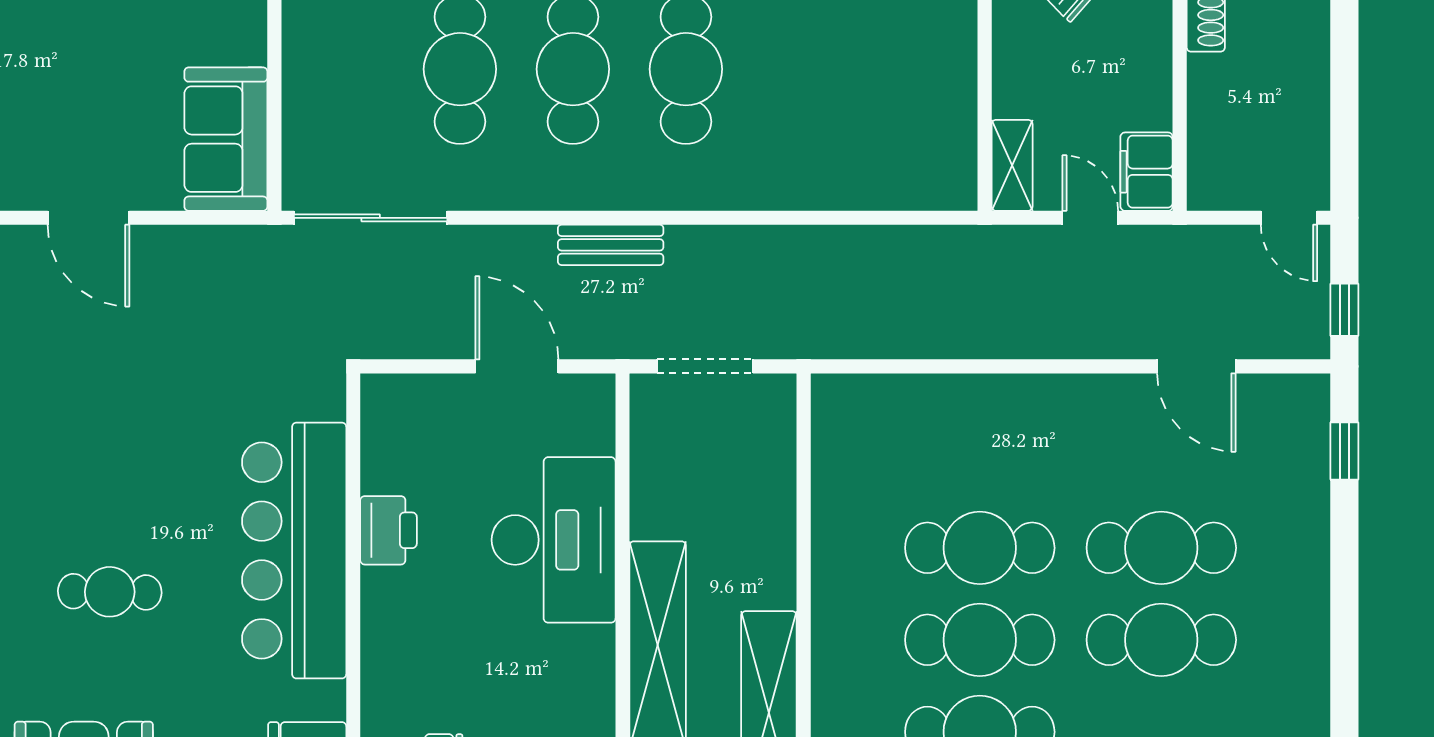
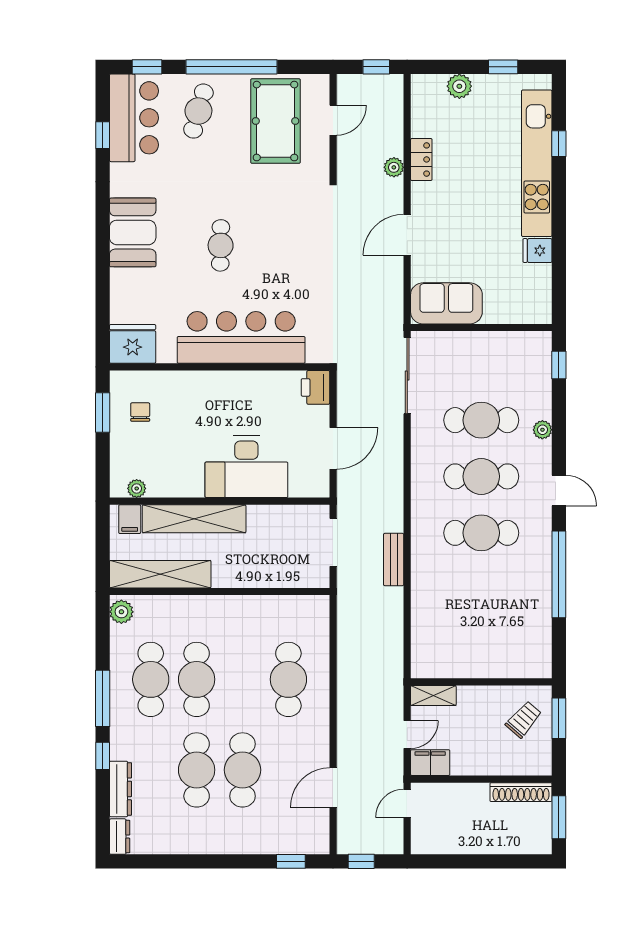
door: (1289, 218) -> (407, 803), moved
bench: (611, 245) -> (394, 560), moved
printer: (388, 530) -> (315, 387), moved, turned 90
cafe table: (980, 548) -> (288, 679), moved

